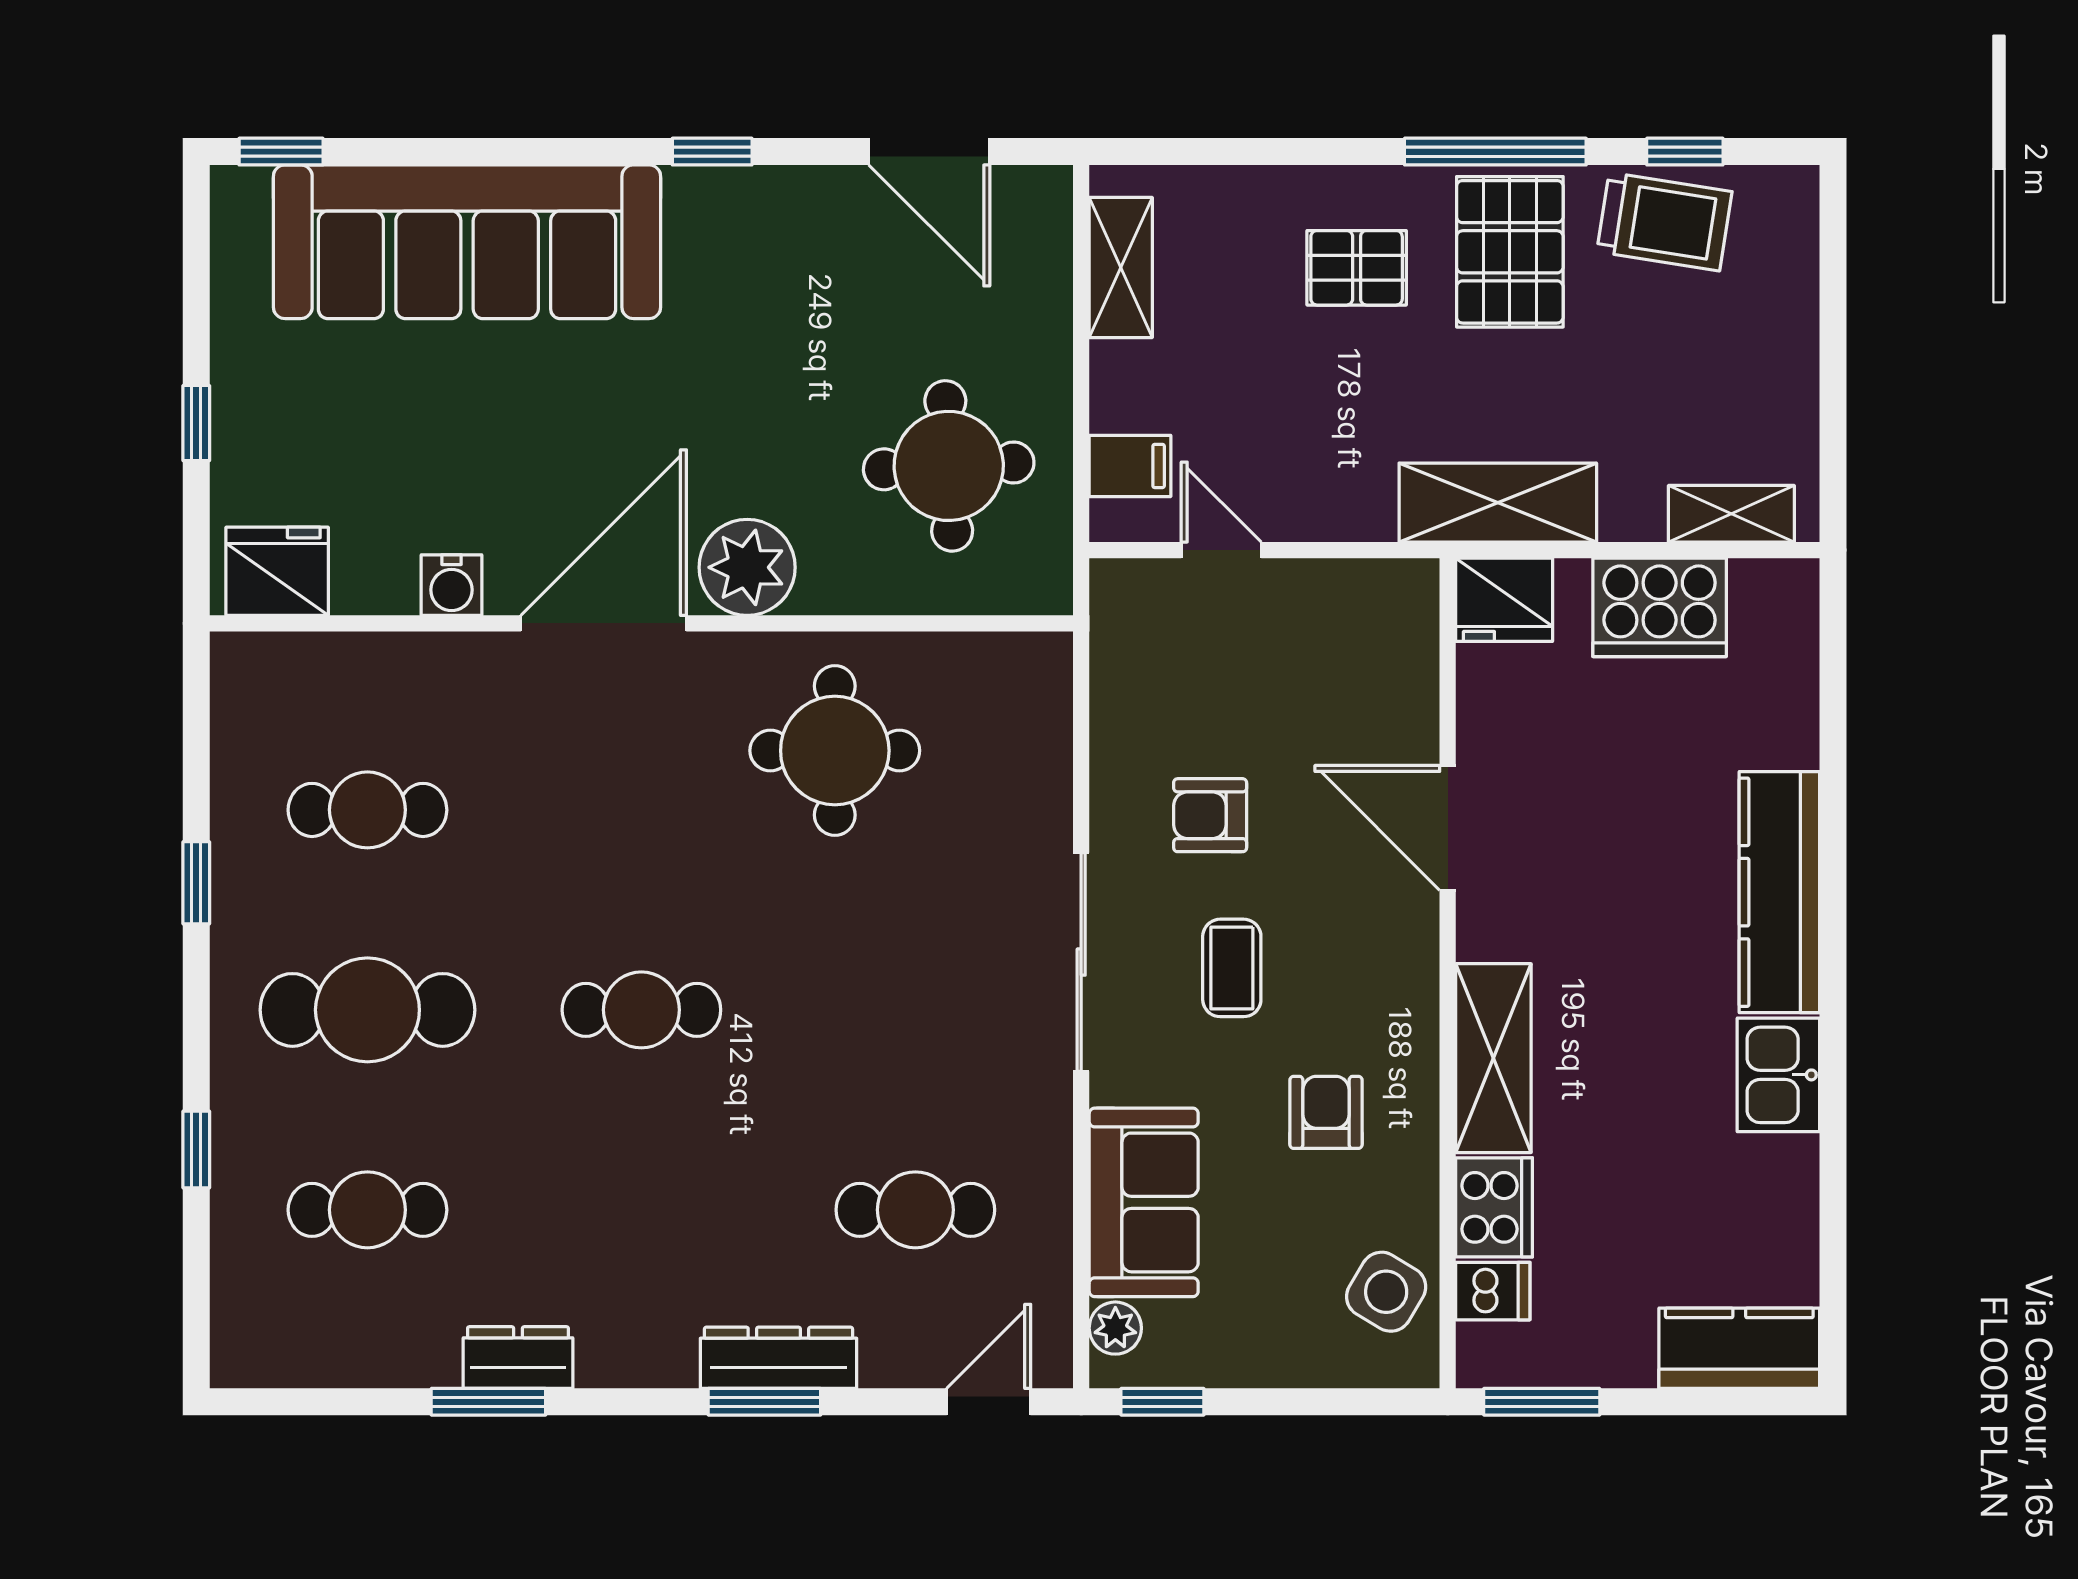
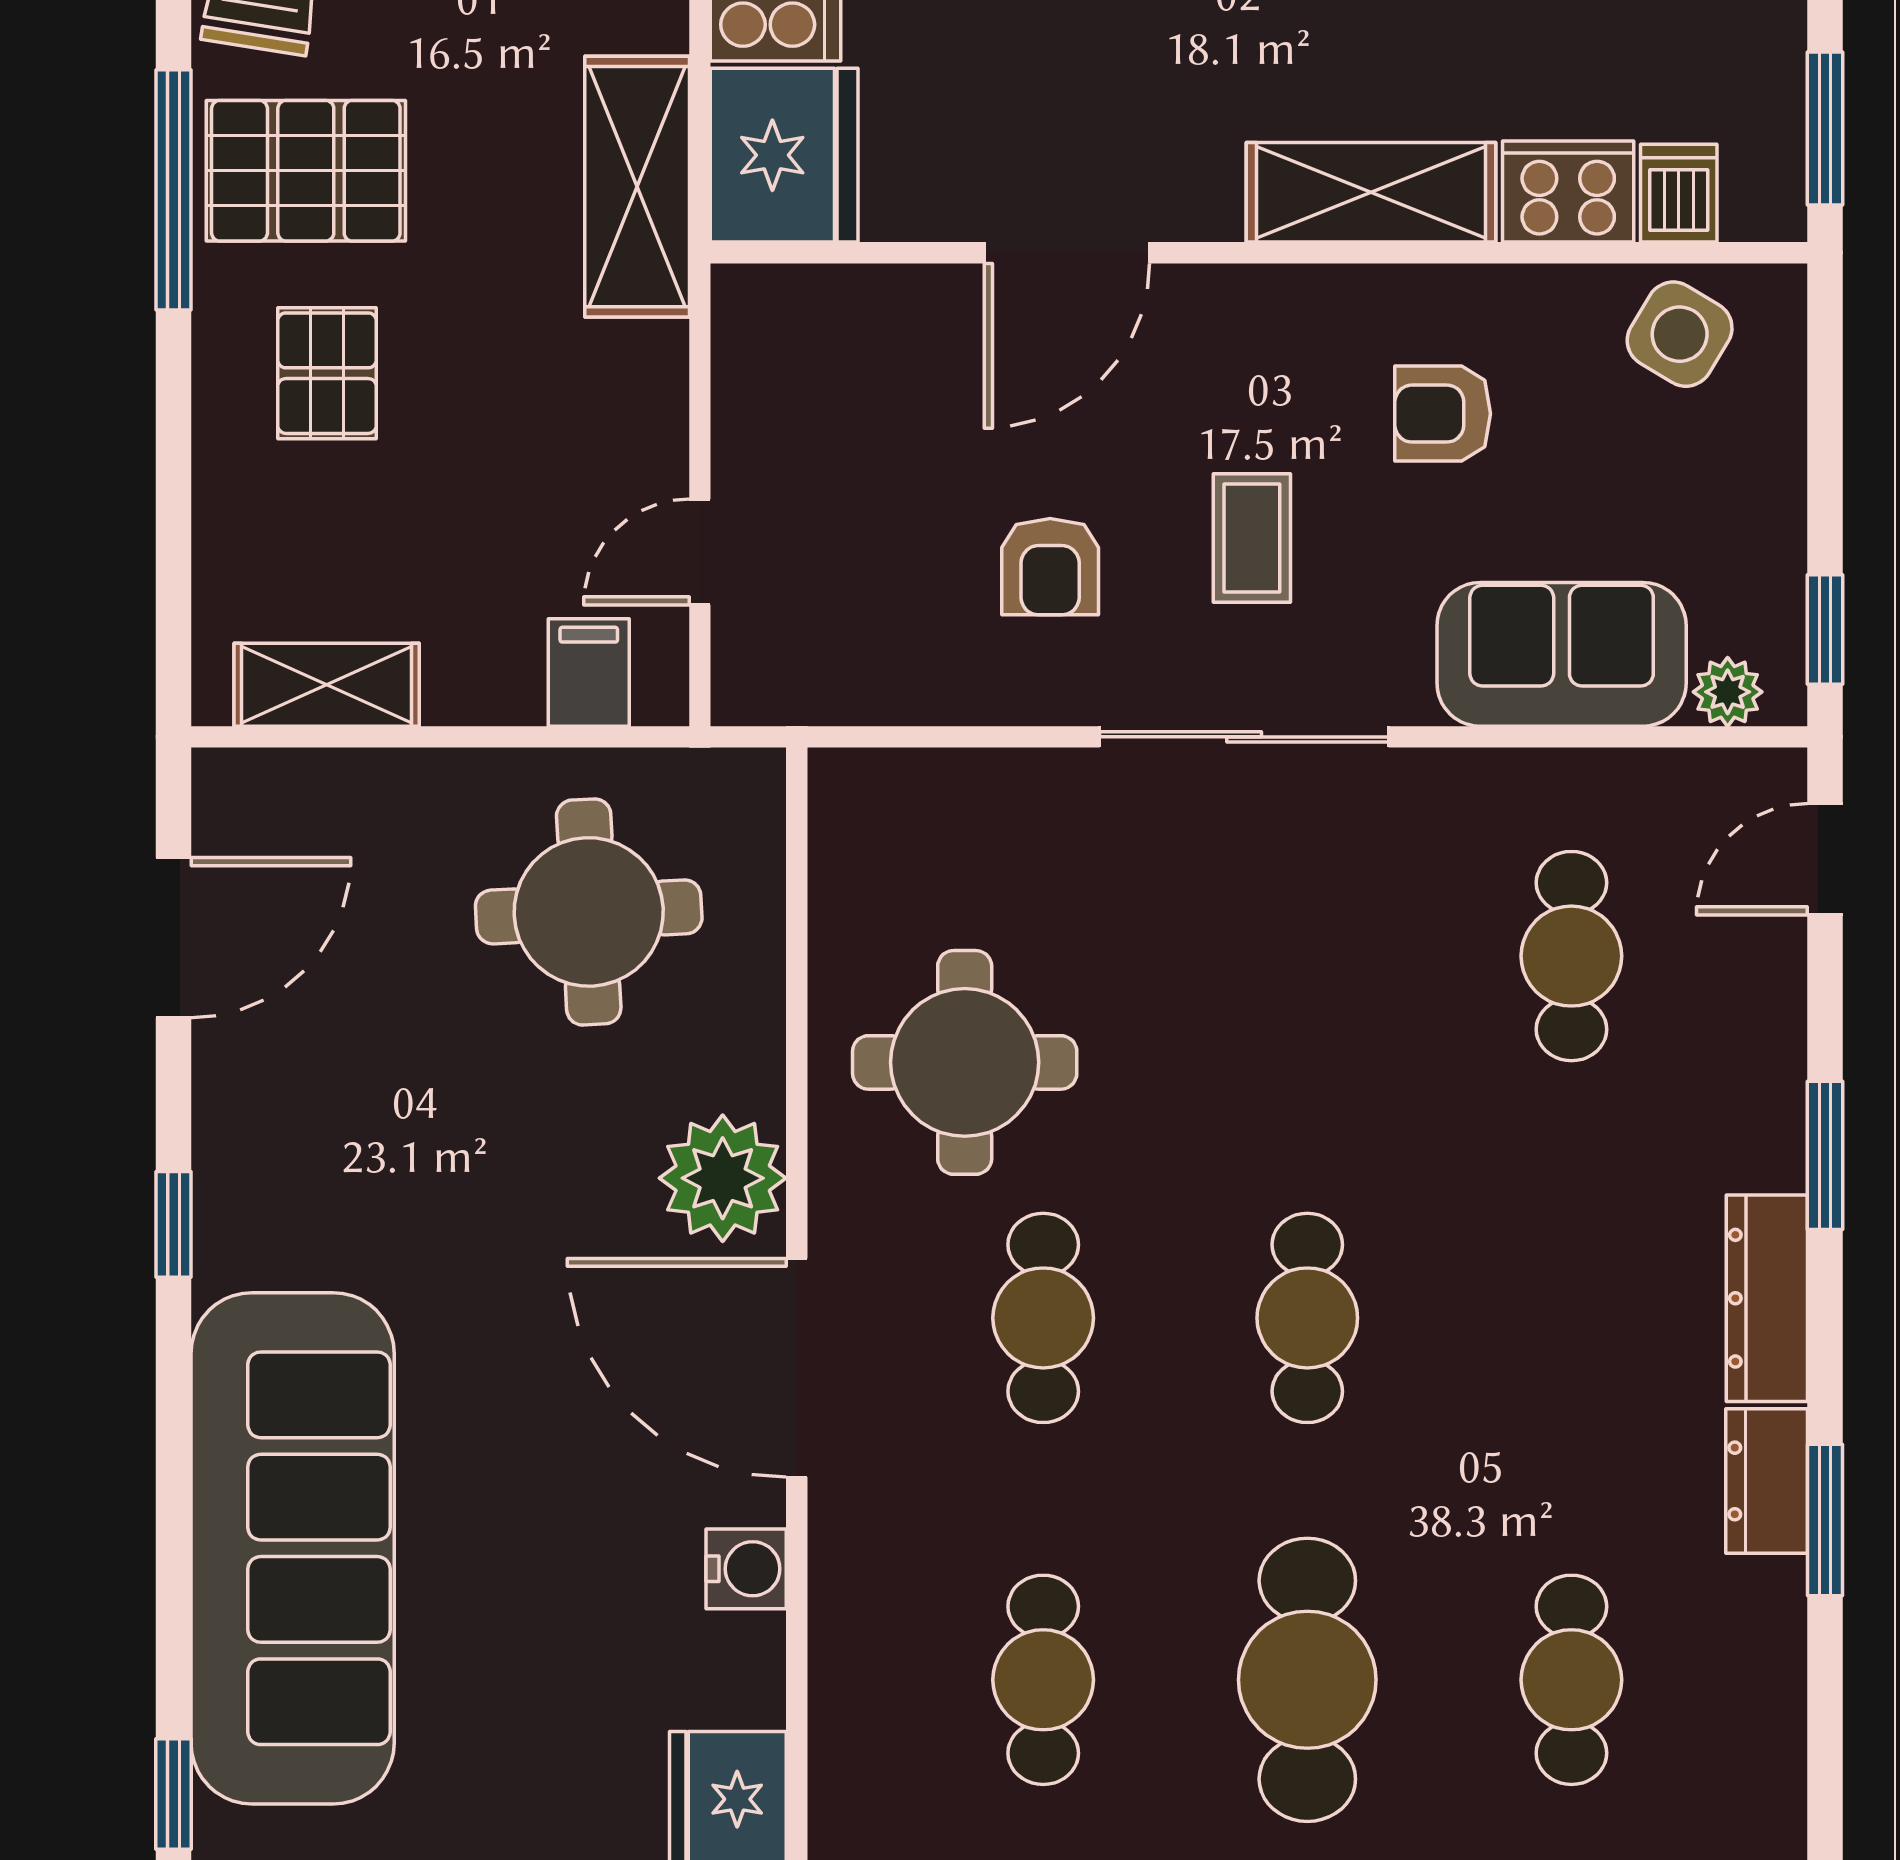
fridge: (1504, 600) -> (784, 155), width x1.36, depth x1.34
cafe table: (641, 810) -> (1043, 1318), added
coffee table: (1232, 968) -> (1252, 538), turned 90
dresser: (778, 1358) -> (1767, 1298), moved
door: (989, 1402) -> (1825, 859), hinge flipped

